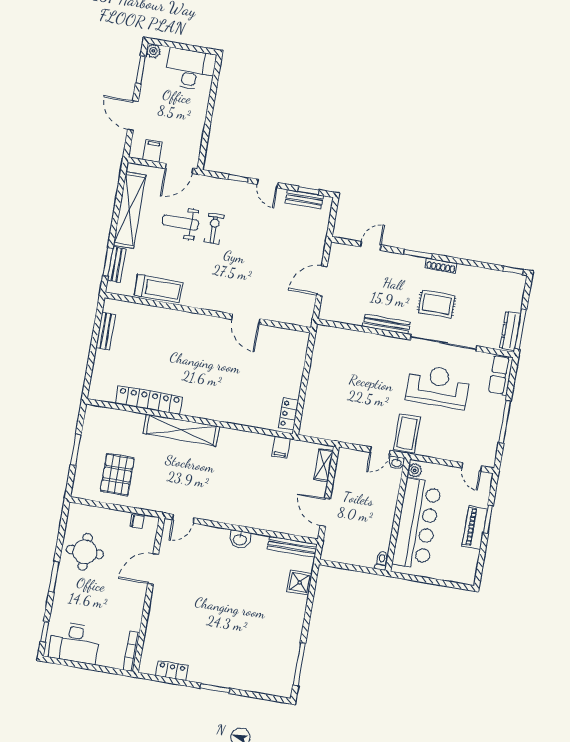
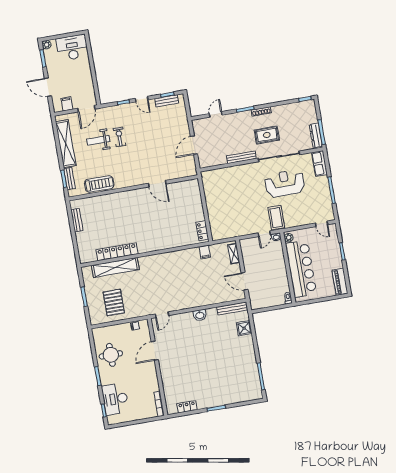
shelving: (181, 430) -> (115, 267), moved
piano: (475, 527) -> (340, 282), moved
desk: (75, 643) -> (115, 399), moved, turned 90

